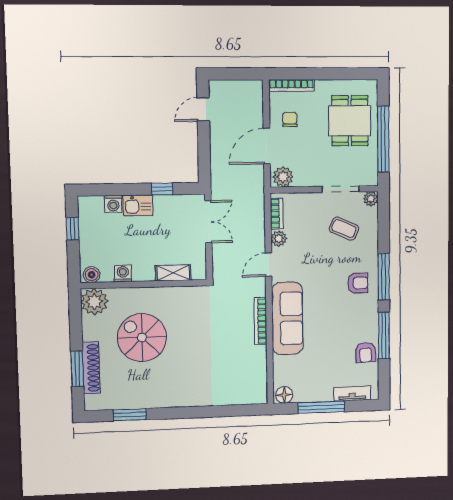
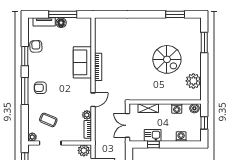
kitchen sink: (138, 205) -> (153, 135), moved
shelving: (173, 273) -> (148, 108), moved
washing machine: (123, 274) -> (177, 109), moved
boiler: (92, 275) -> (194, 108), moved
wall: (144, 284) -> (165, 102), moved
sofa: (287, 318) -> (82, 62), width x0.73
window: (384, 335) -> (25, 56), width x0.69
shoe rack: (91, 368) -> (196, 43), removed
floor lamp: (284, 395) -> (61, 23), moved

